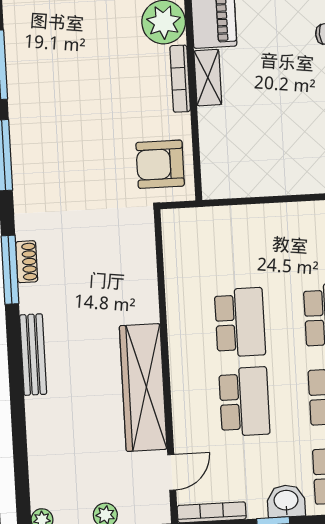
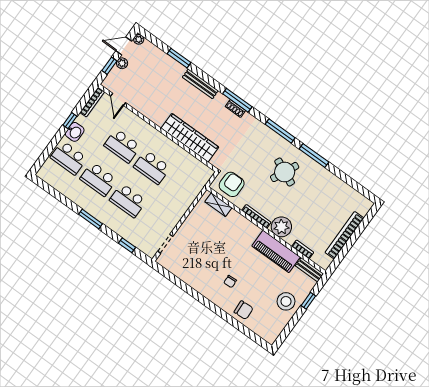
shelving: (208, 78) -> (218, 205), moved
round table: (67, 92) -> (285, 172), added
wardrobe: (143, 388) -> (190, 138), moved
window: (19, 426) -> (179, 58), added

